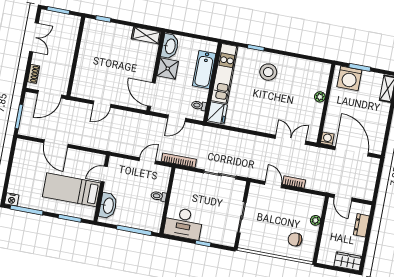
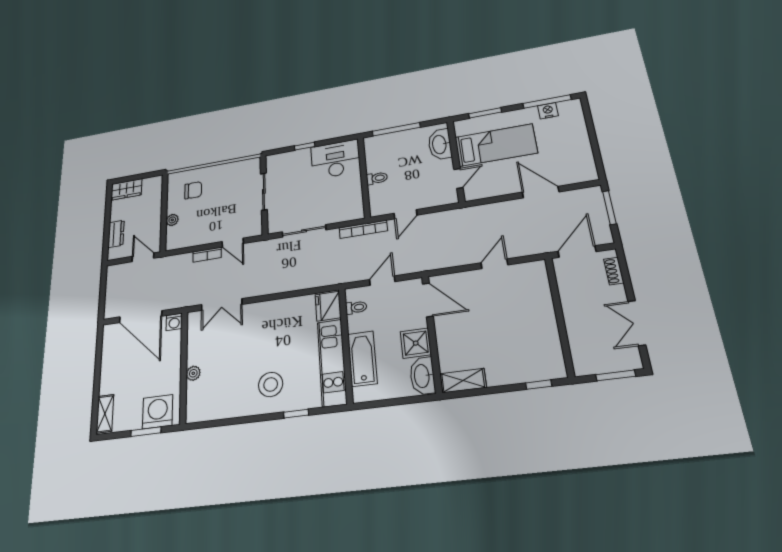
nightstand: (12, 199) -> (548, 111), moved

